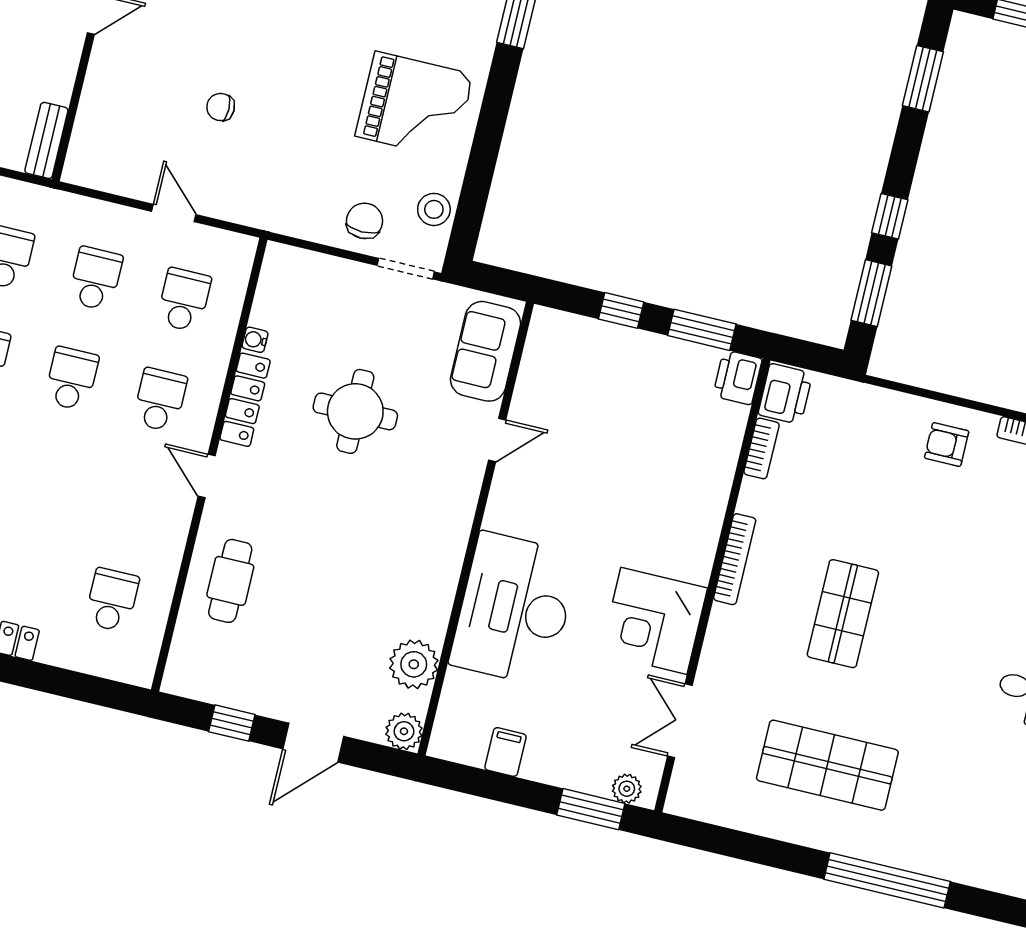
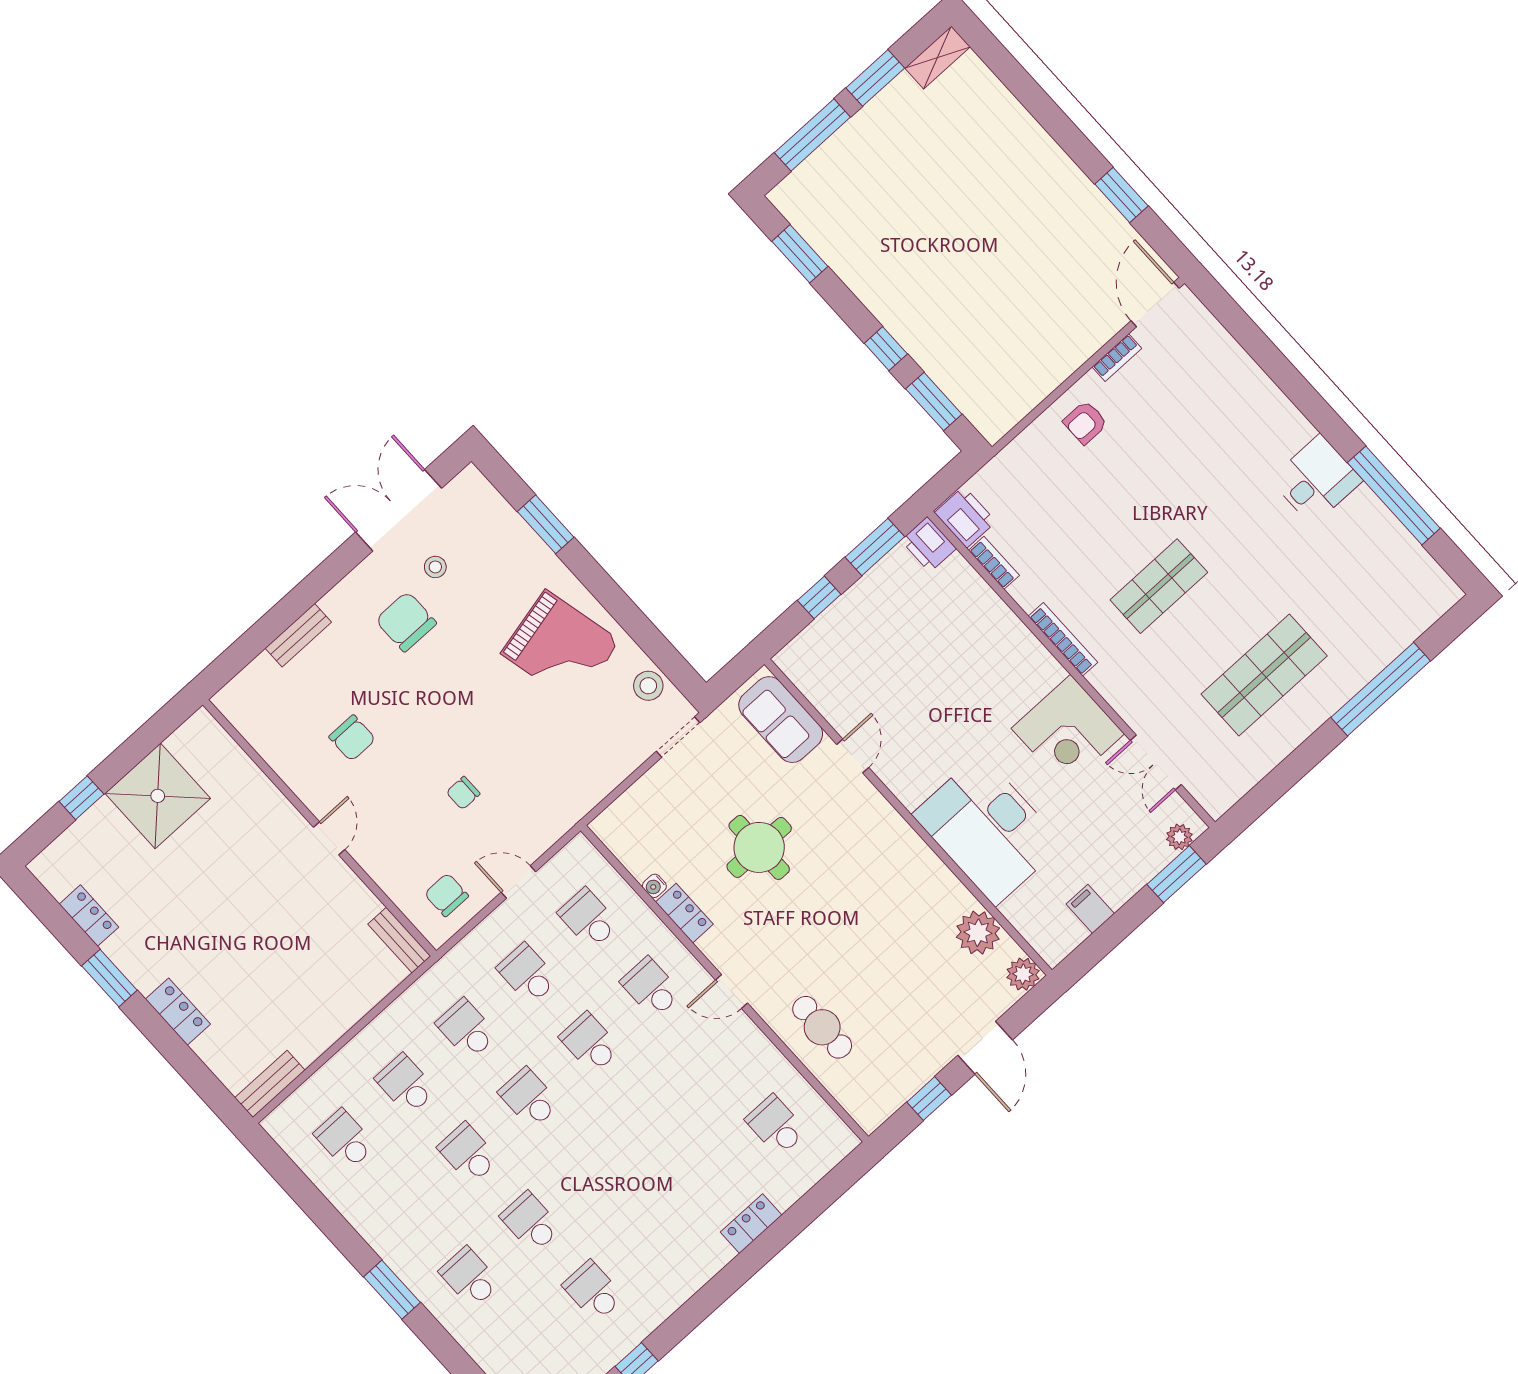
grand piano: (414, 105) -> (560, 647), turned 77
chair: (365, 221) -> (446, 895), moved
locker: (245, 400) -> (684, 913), width x0.66
shop shelf: (843, 614) -> (1159, 586), turned 90

